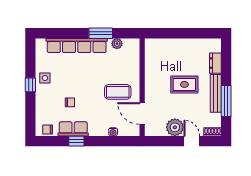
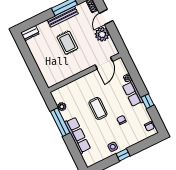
window: (101, 33) -> (60, 122), width x1.44
row of seats: (77, 45) -> (78, 135), width x0.73
dresser: (215, 63) -> (30, 33), moved
coffee table: (118, 92) -> (98, 108), moved
row of seats: (73, 129) -> (133, 94), moved

